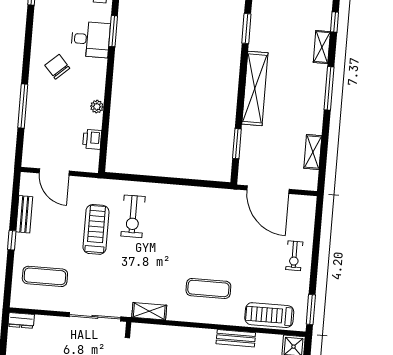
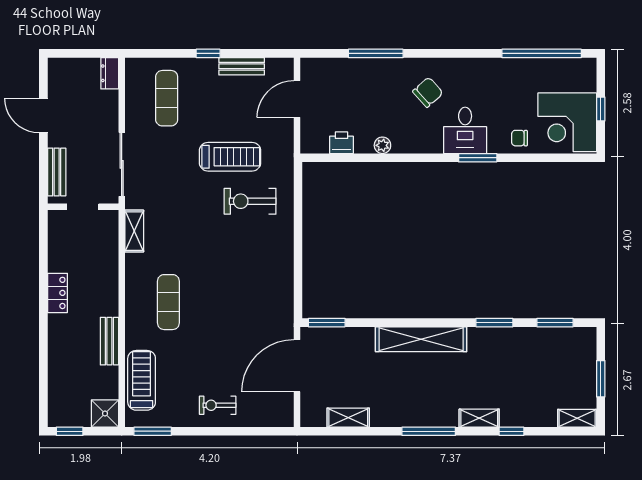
window: (237, 144) -> (327, 323), moved

